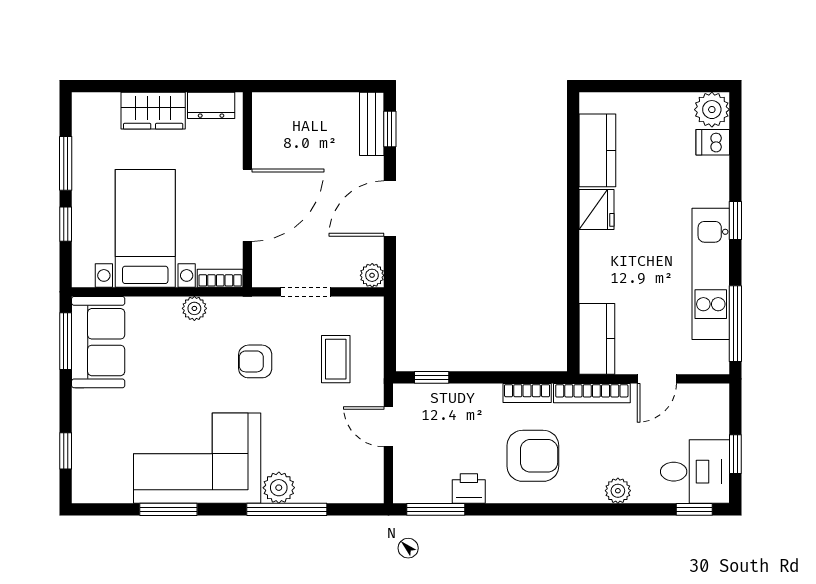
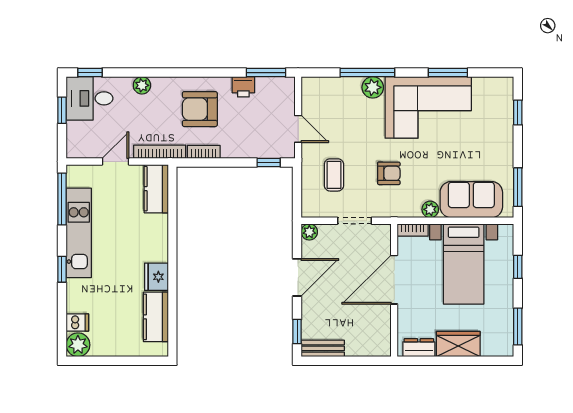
bench: (372, 124) -> (323, 348), moved, turned 90
window: (66, 163) -> (518, 327), moved
sofa: (98, 342) -> (471, 200), moved, turned 90

